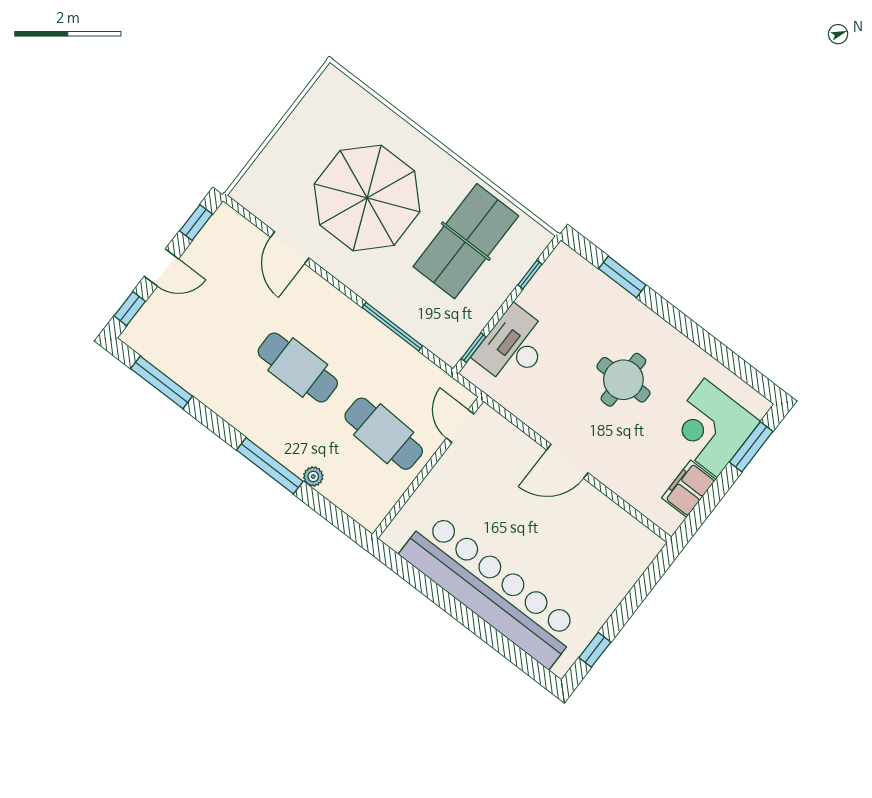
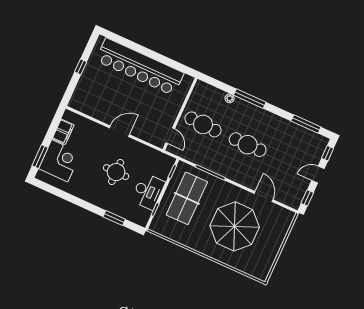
table tennis table: (466, 241) -> (187, 198), moved
desk: (514, 346) -> (148, 191), moved
round table: (623, 380) -> (116, 172), moved
window: (595, 650) -> (81, 67), moved

